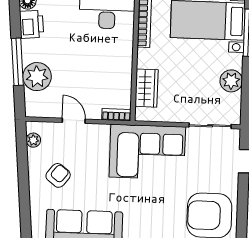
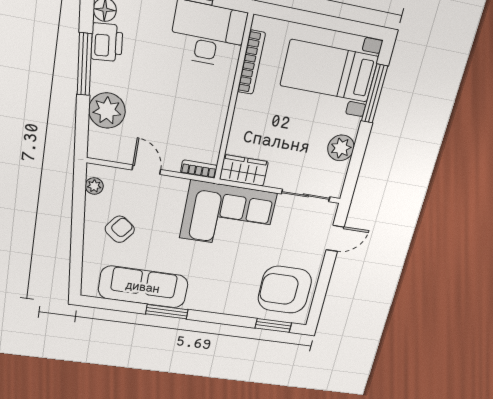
window: (17, 62) -> (85, 64), moved
wardrobe: (147, 88) -> (244, 170), moved, turned -90

